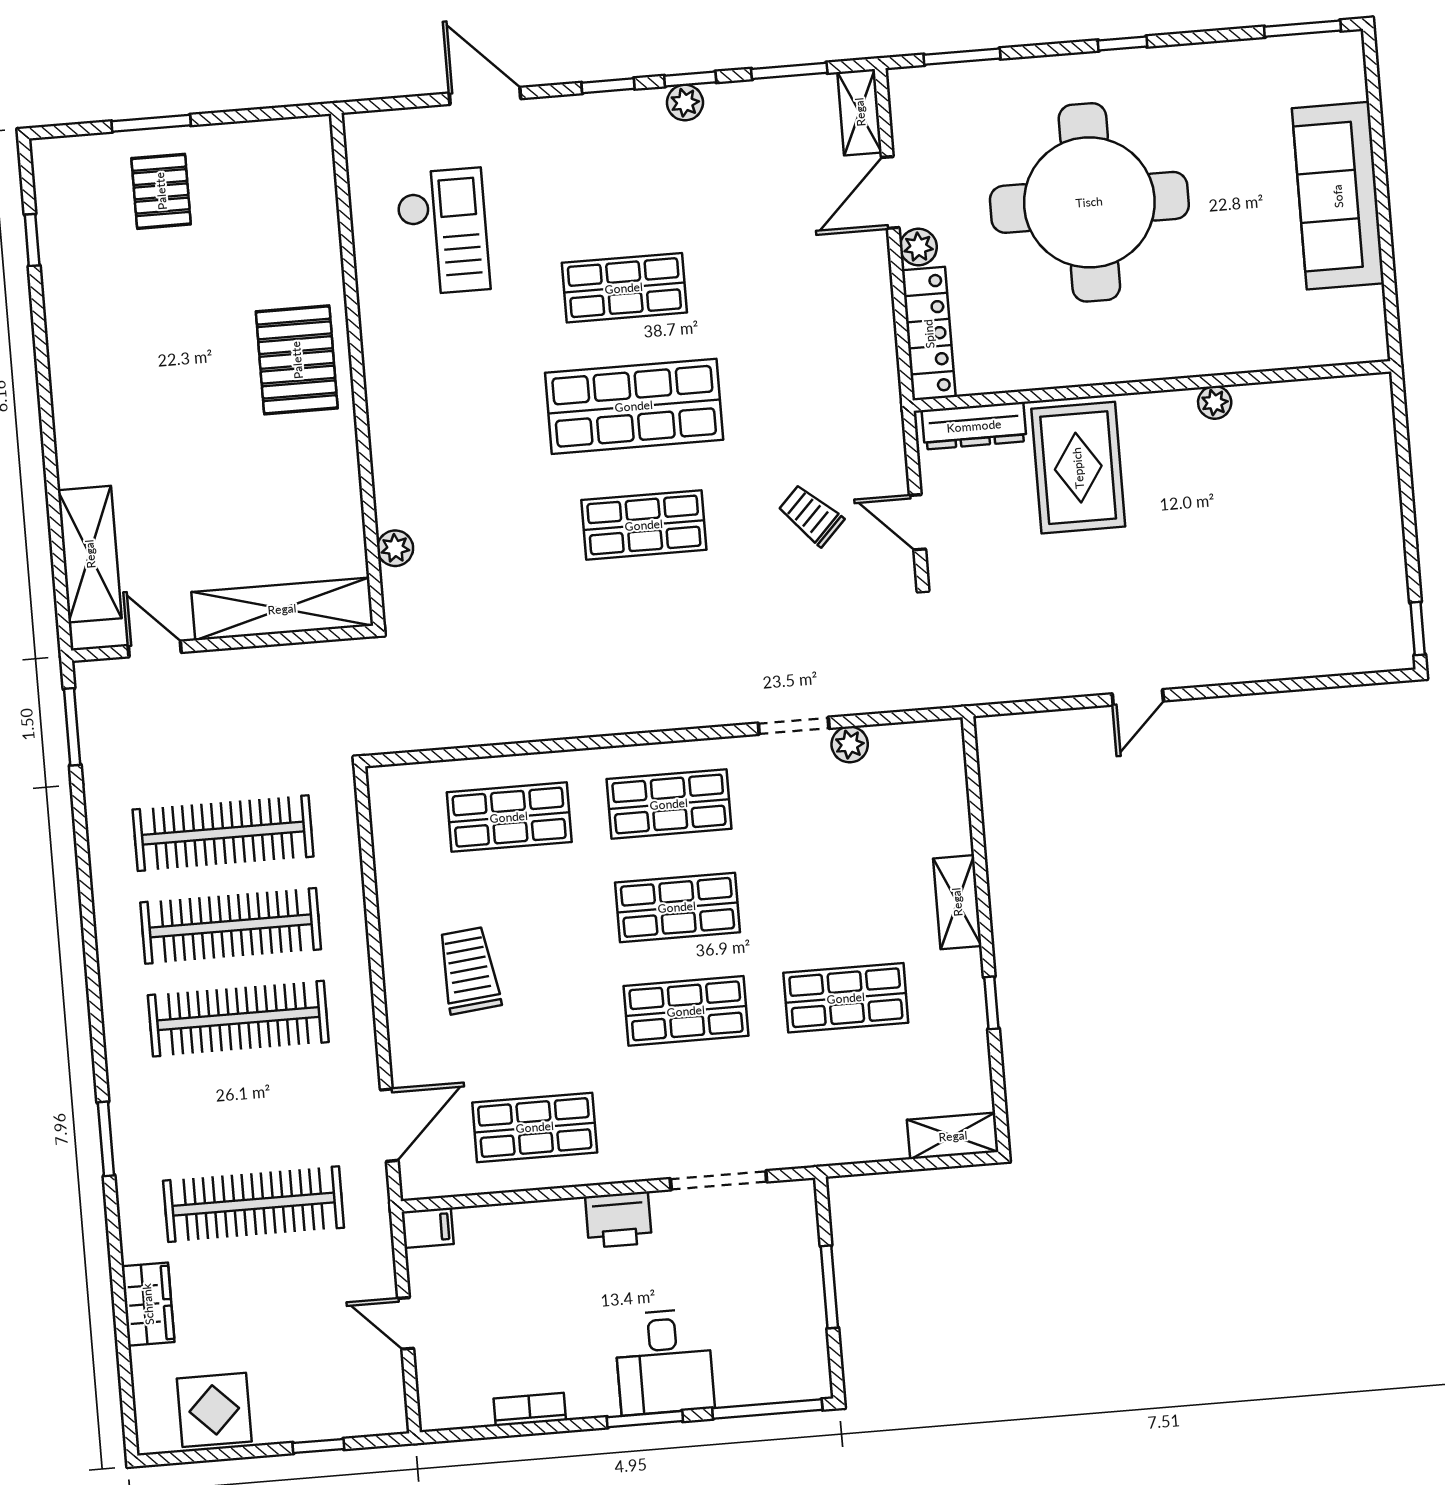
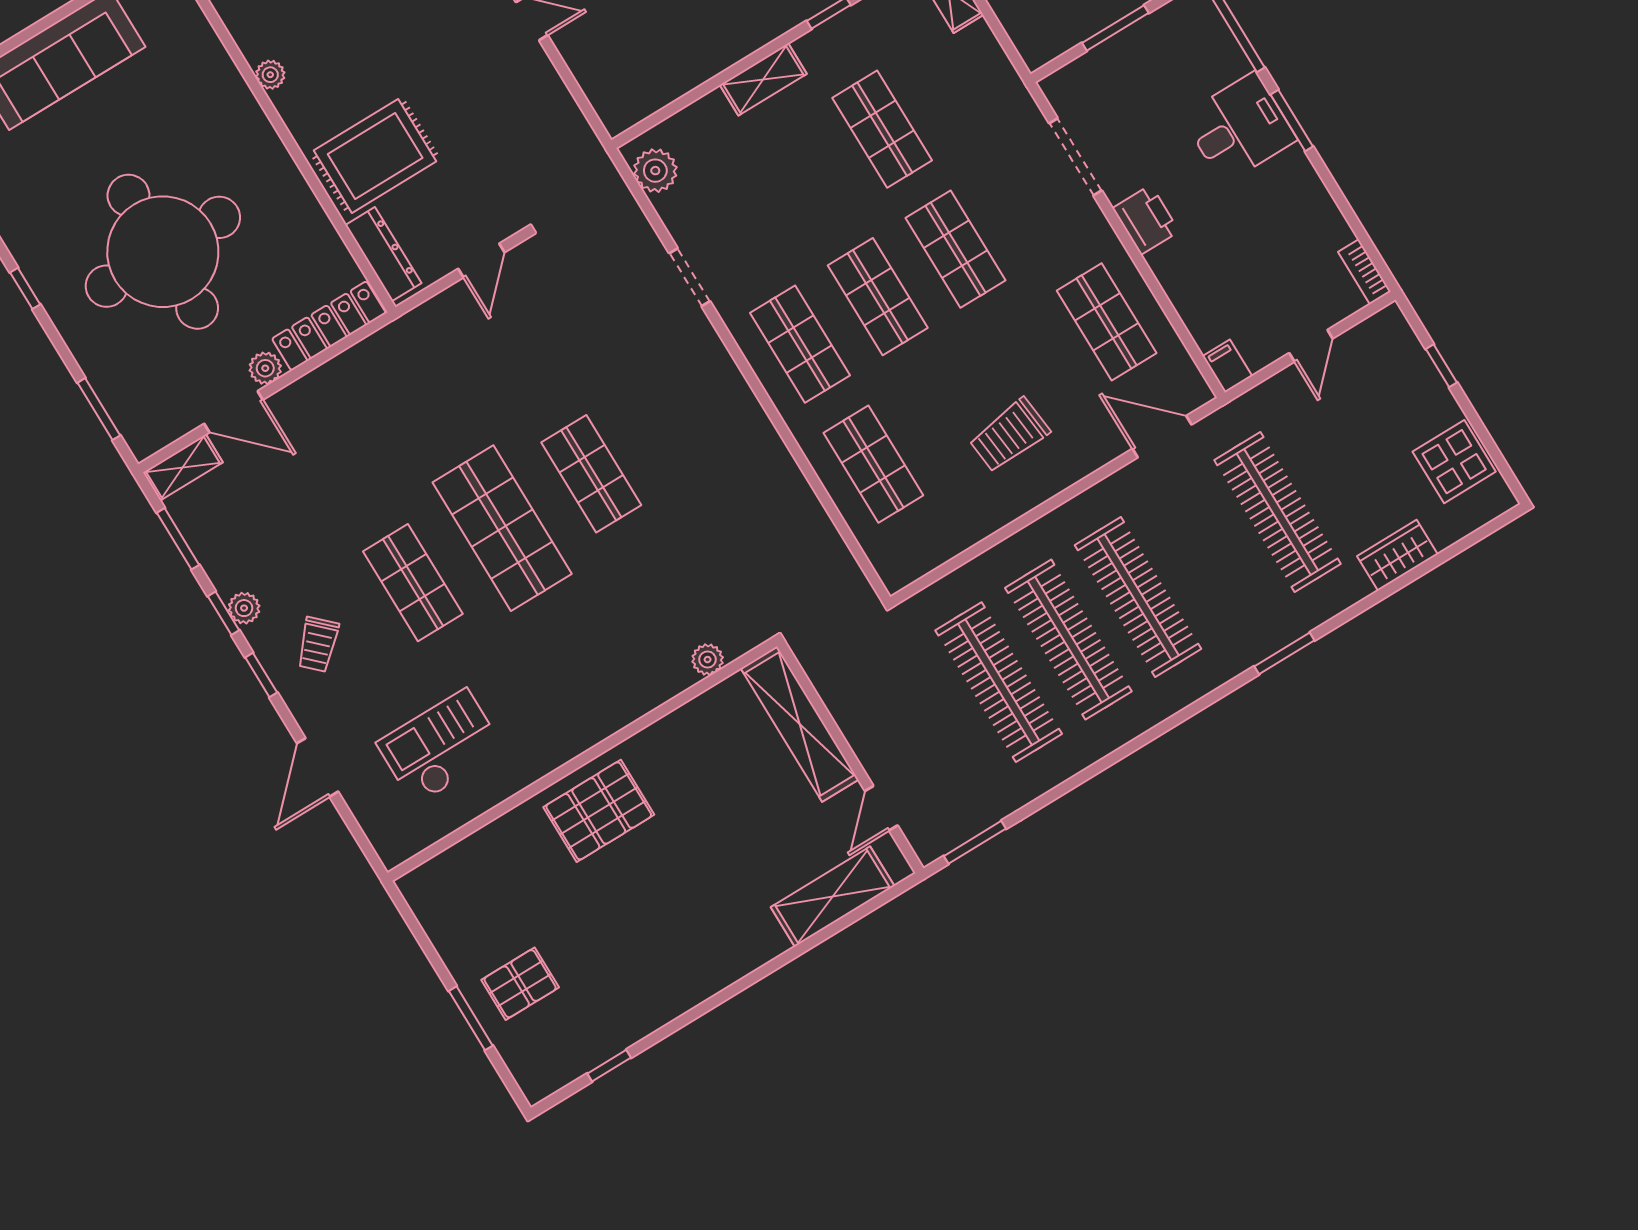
trolley: (811, 515) -> (318, 645), moved
plant: (850, 744) -> (655, 171), moved, width x1.38, depth x1.38
bookcase: (530, 1409) -> (1364, 272), moved

